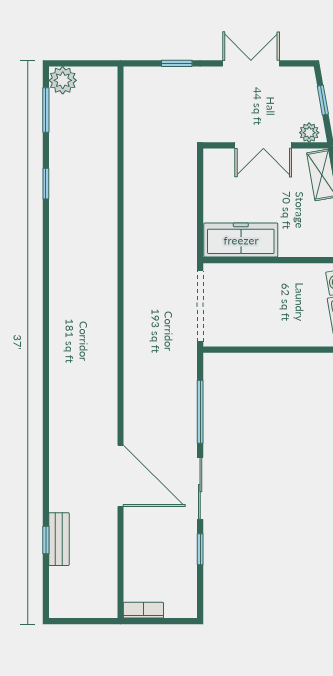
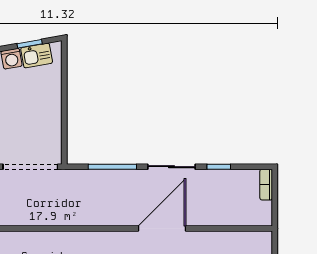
bookcase: (143, 610) -> (266, 185), moved

